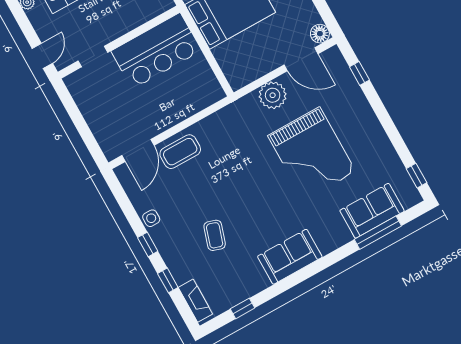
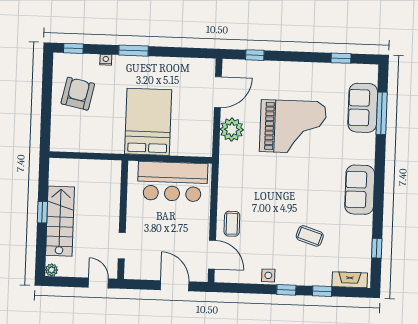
floor lamp: (320, 34) -> (207, 66), removed
bar counter: (156, 51) -> (172, 182), moved, turned 90
door: (85, 132) -> (175, 286), added
coffee table: (180, 152) -> (232, 224), width x0.73, depth x0.77
window: (417, 176) -> (341, 58), moved

